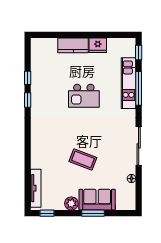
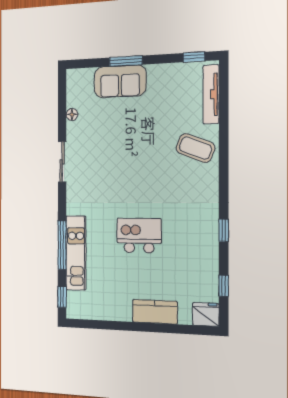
fridge: (98, 45) -> (206, 314), moved
window: (28, 78) -> (224, 286), moved
sliding door: (139, 146) -> (62, 162), width x0.73
coffee table: (83, 159) -> (195, 148), moved
plant: (71, 203) -> (157, 74), removed

